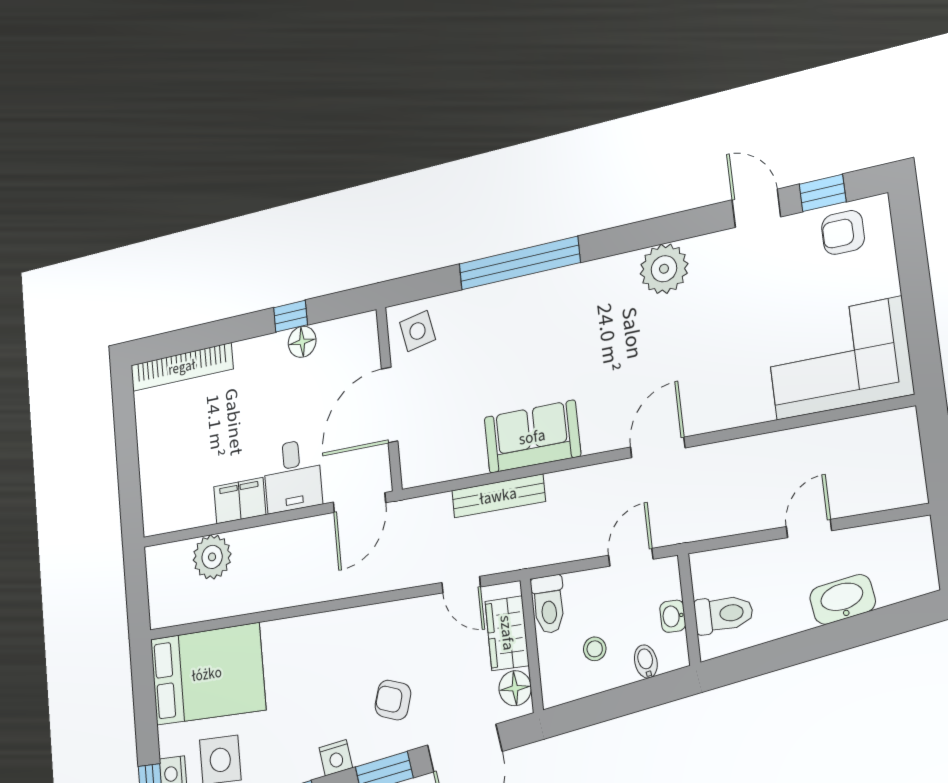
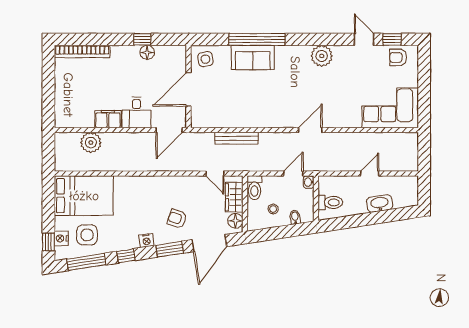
sofa: (532, 437) -> (253, 58), moved, turned 180
washbasin: (673, 616) -> (309, 182), moved

